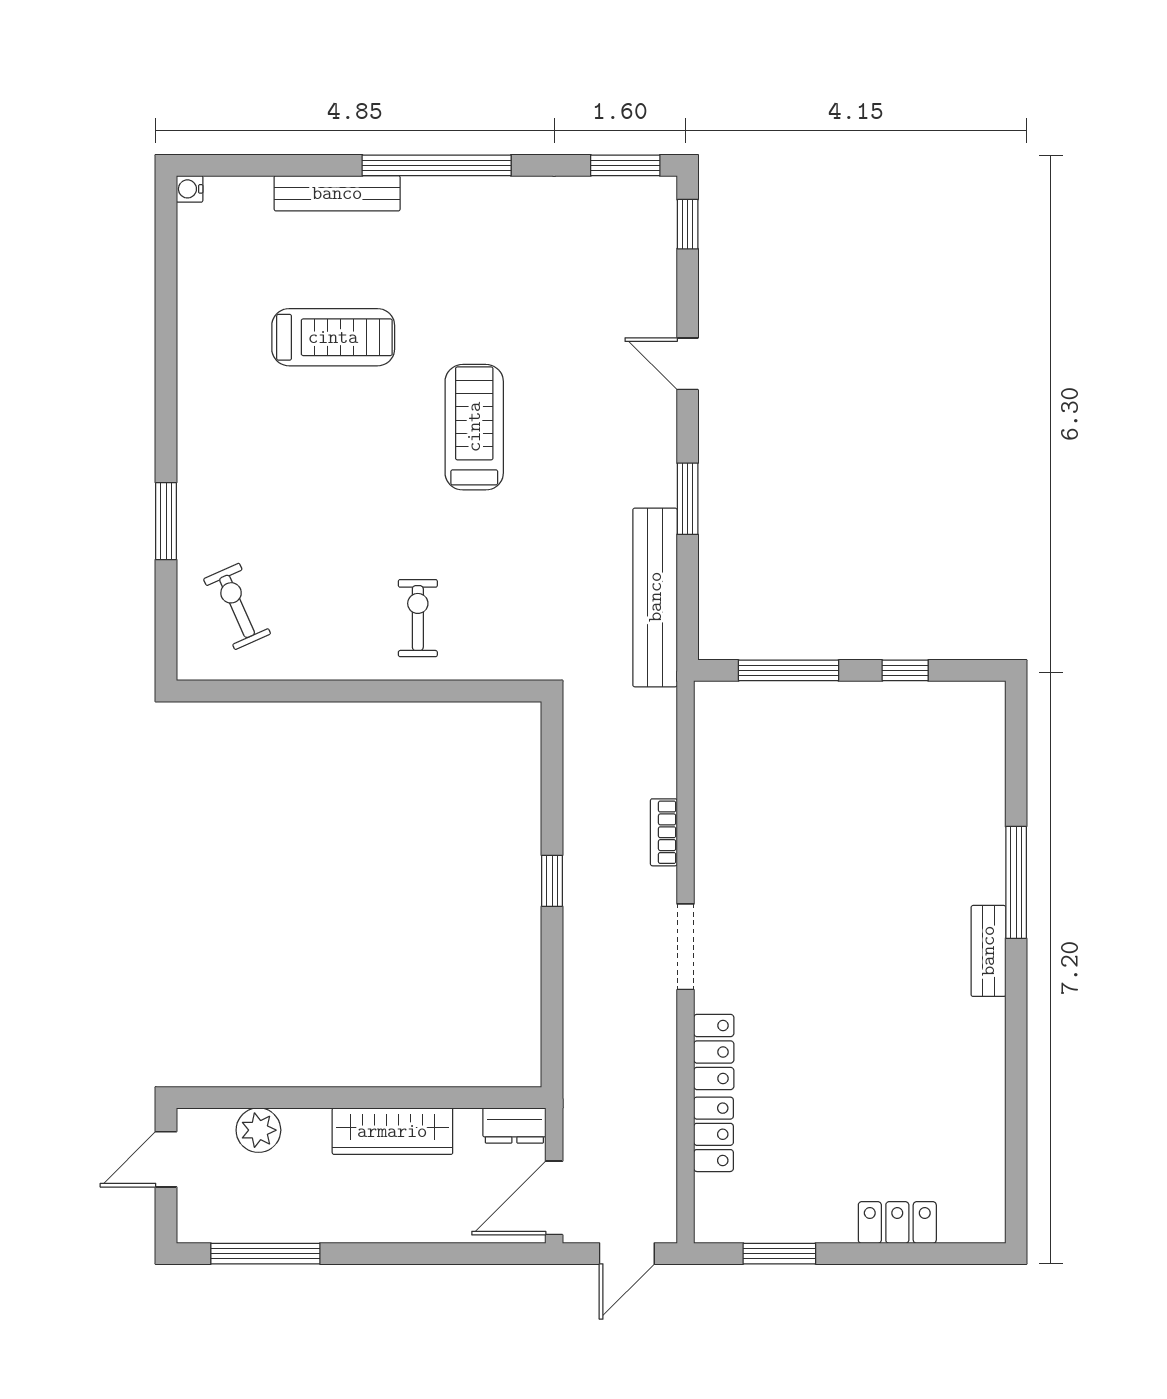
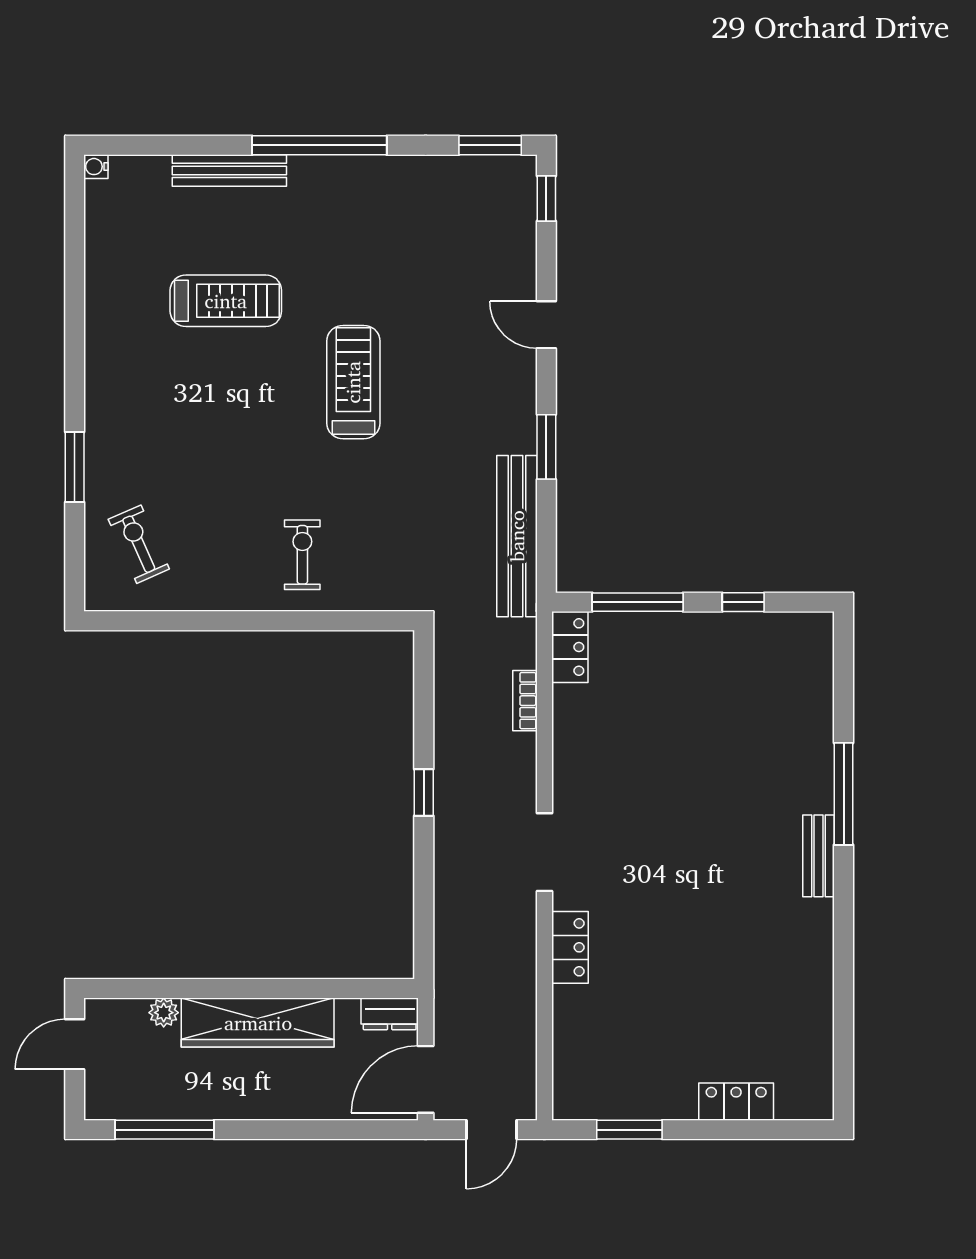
bookcase: (664, 832) -> (525, 701), moved
plant: (258, 1130) -> (164, 1013), width x0.73, depth x0.73
wardrobe: (392, 1131) -> (258, 1023), width x1.40, depth x1.17
locker: (714, 1134) -> (570, 647), moved

